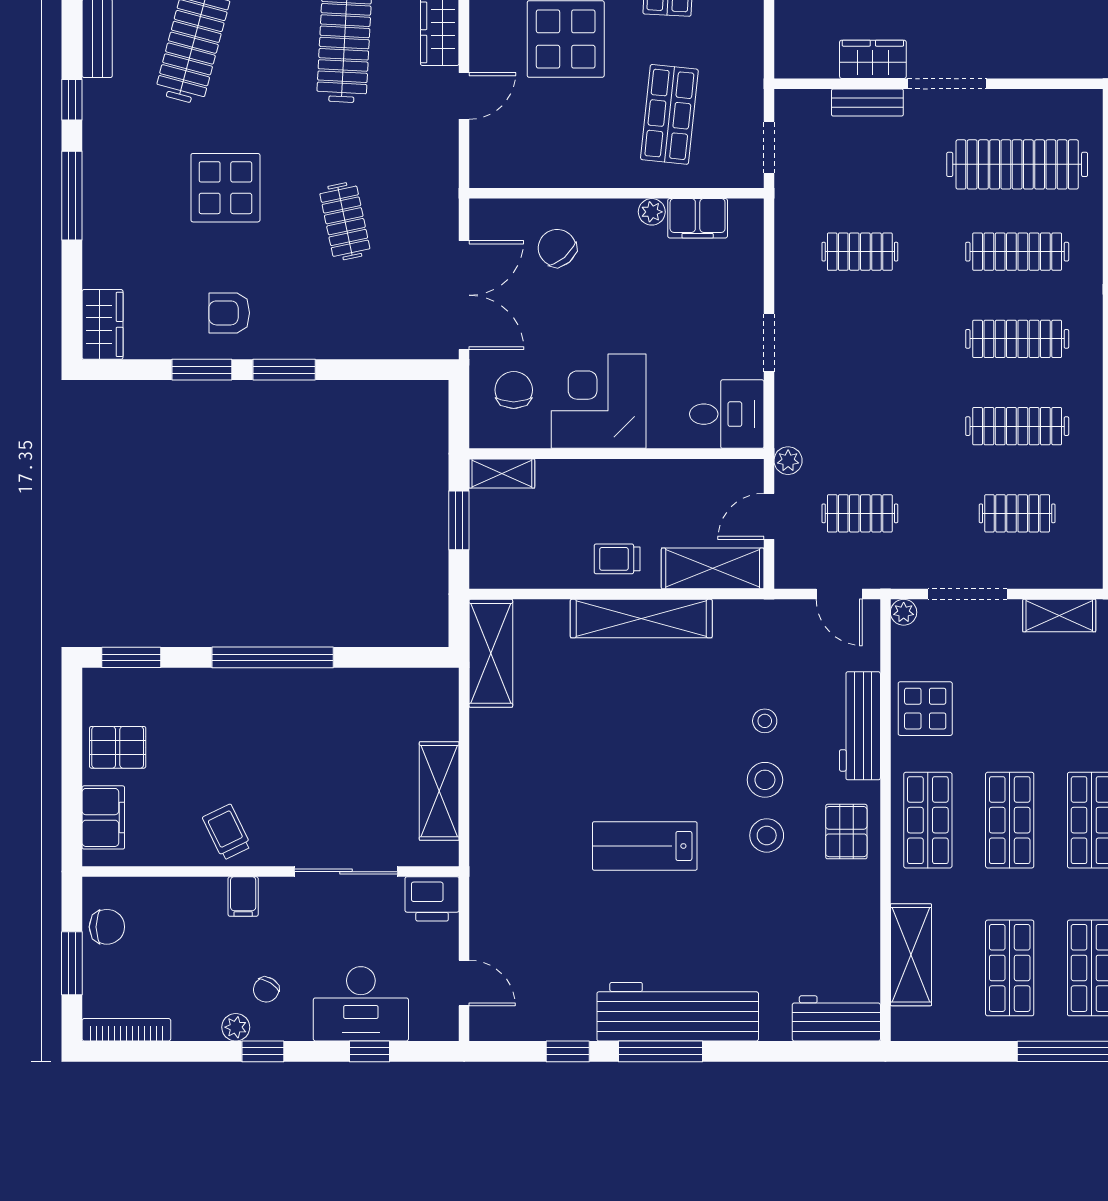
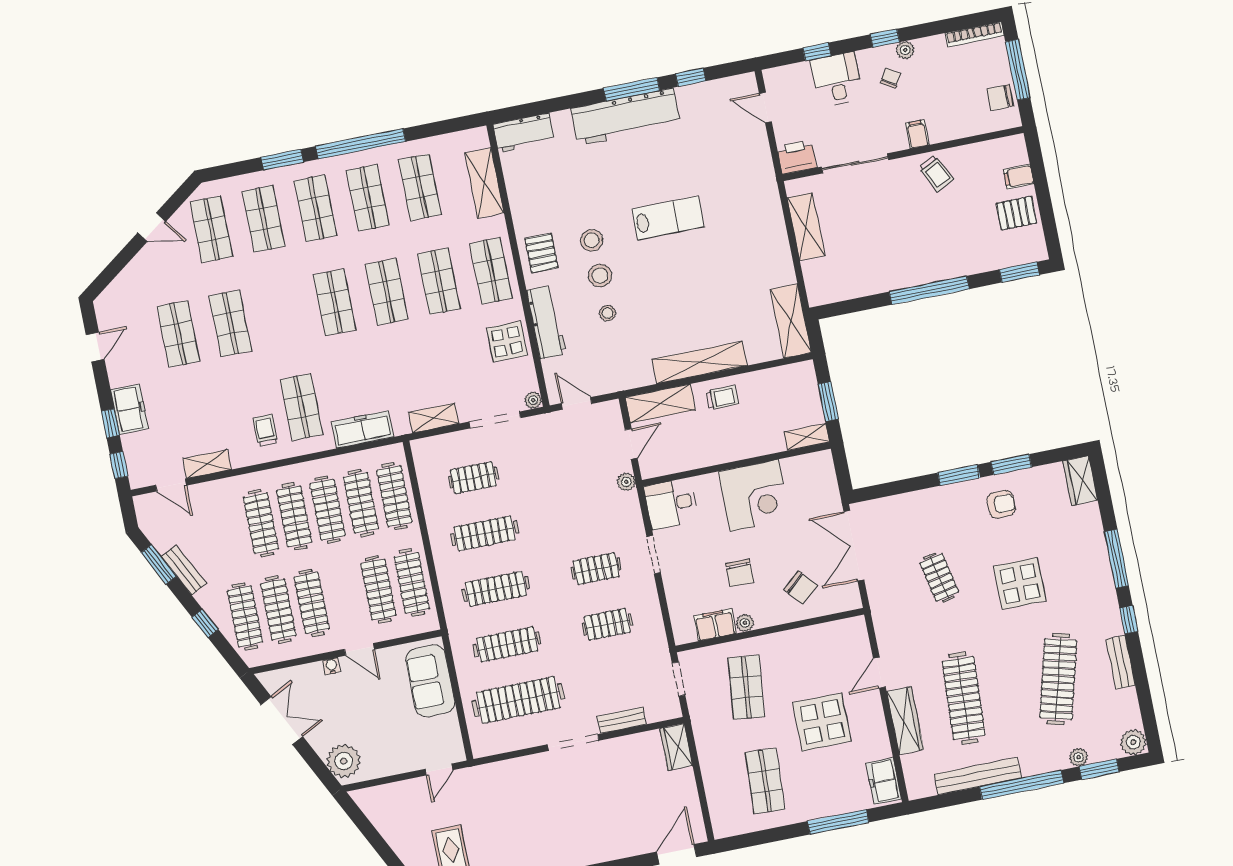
wardrobe: (873, 59) -> (676, 747), moved, turned 90
chair: (514, 390) -> (740, 573), moved
clothes rail: (860, 513) -> (596, 569), moved
filing cabinet: (103, 817) -> (1019, 177), width x0.50
window: (72, 963) -> (1018, 70), width x1.44
desk: (361, 1004) -> (837, 79), width x0.73

